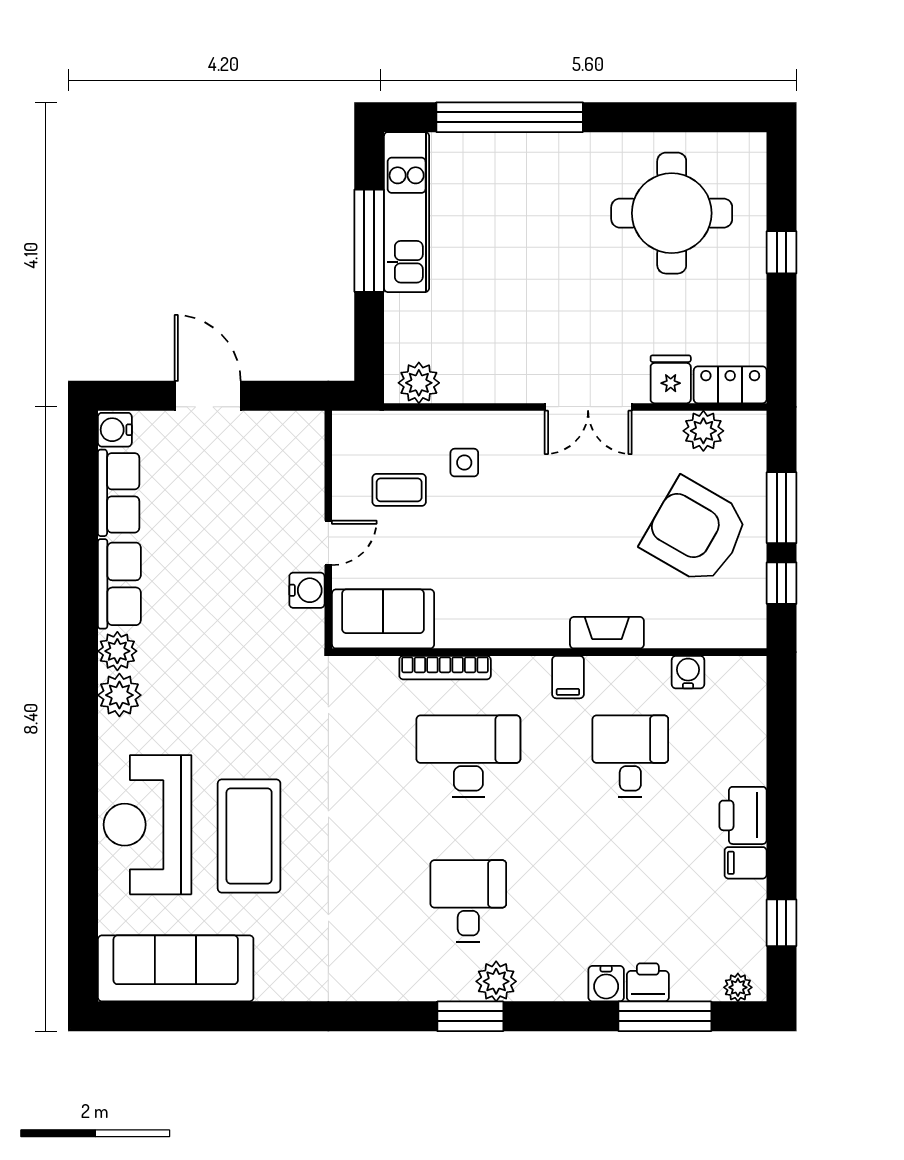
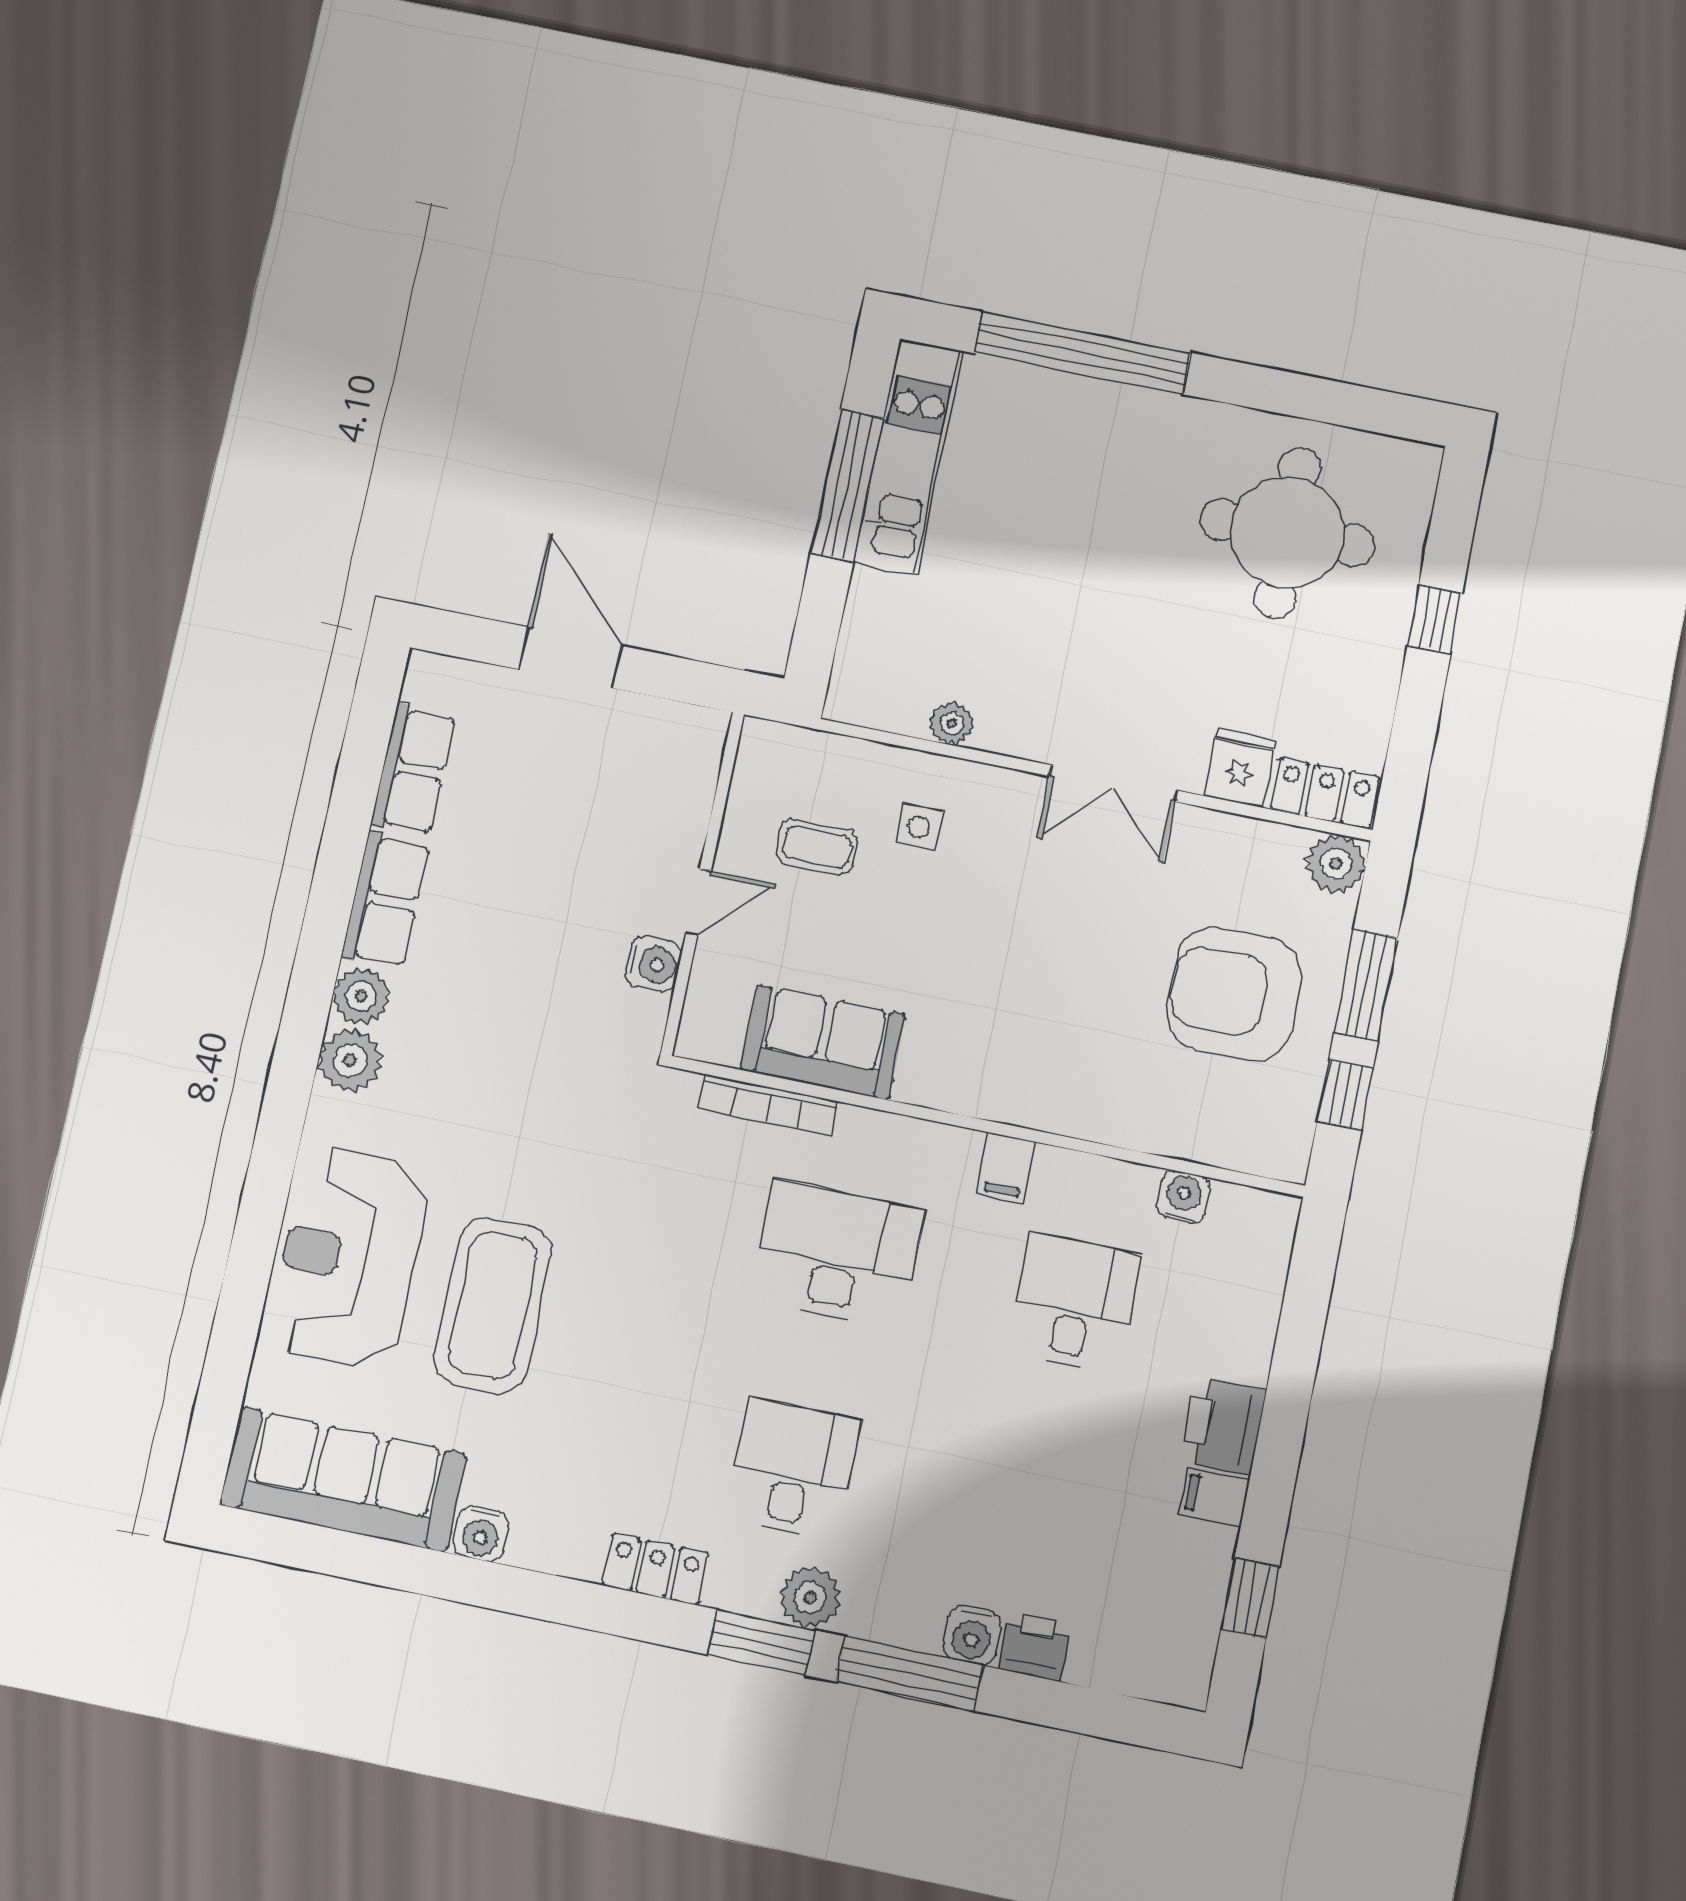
plant: (419, 383) -> (952, 723), moved, width x0.73, depth x0.73
water cooler: (115, 430) -> (481, 1534), moved, turned -90
plant: (703, 431) -> (1336, 864), moved
armchair: (696, 531) -> (1234, 994), turned -30
sofa: (383, 619) -> (823, 1042), moved
fireplace: (607, 633) -> (1076, 1115), removed
bookcase: (445, 668) -> (768, 1105), moved
locker: (392, 984) -> (655, 1569), added
plant: (738, 987) -> (1167, 1682), removed
window: (665, 1016) -> (910, 1674), moved

